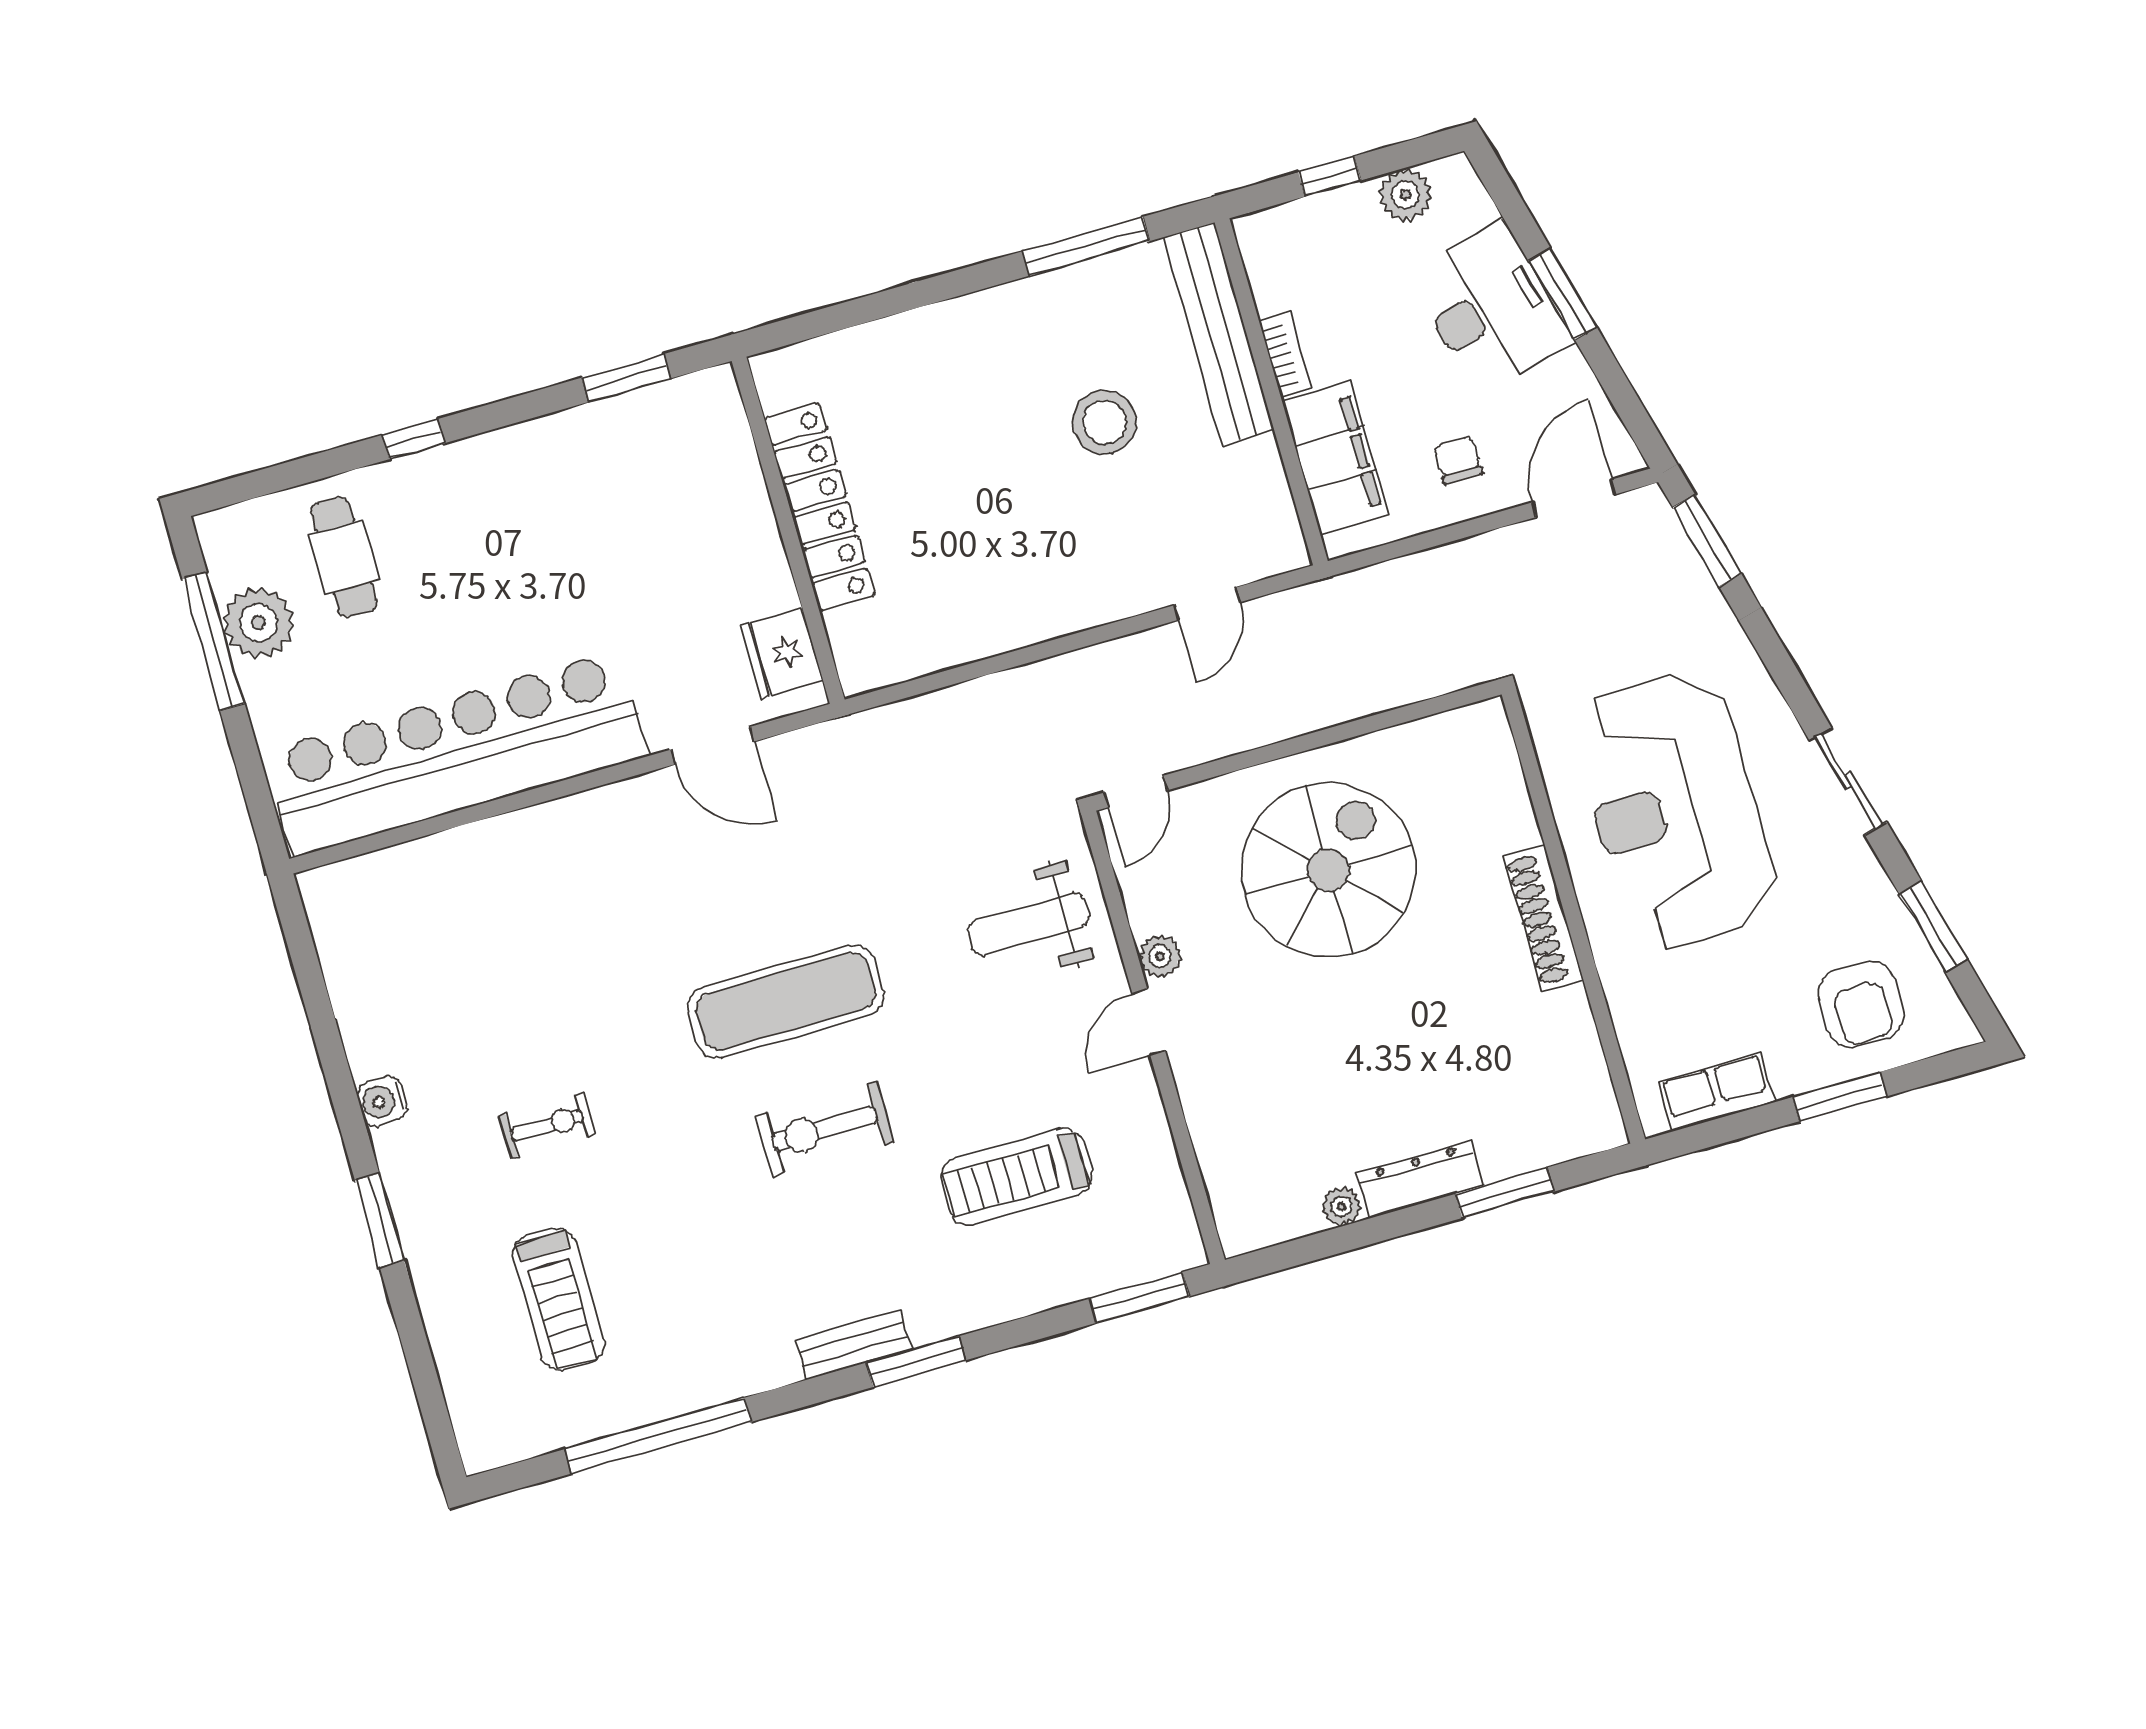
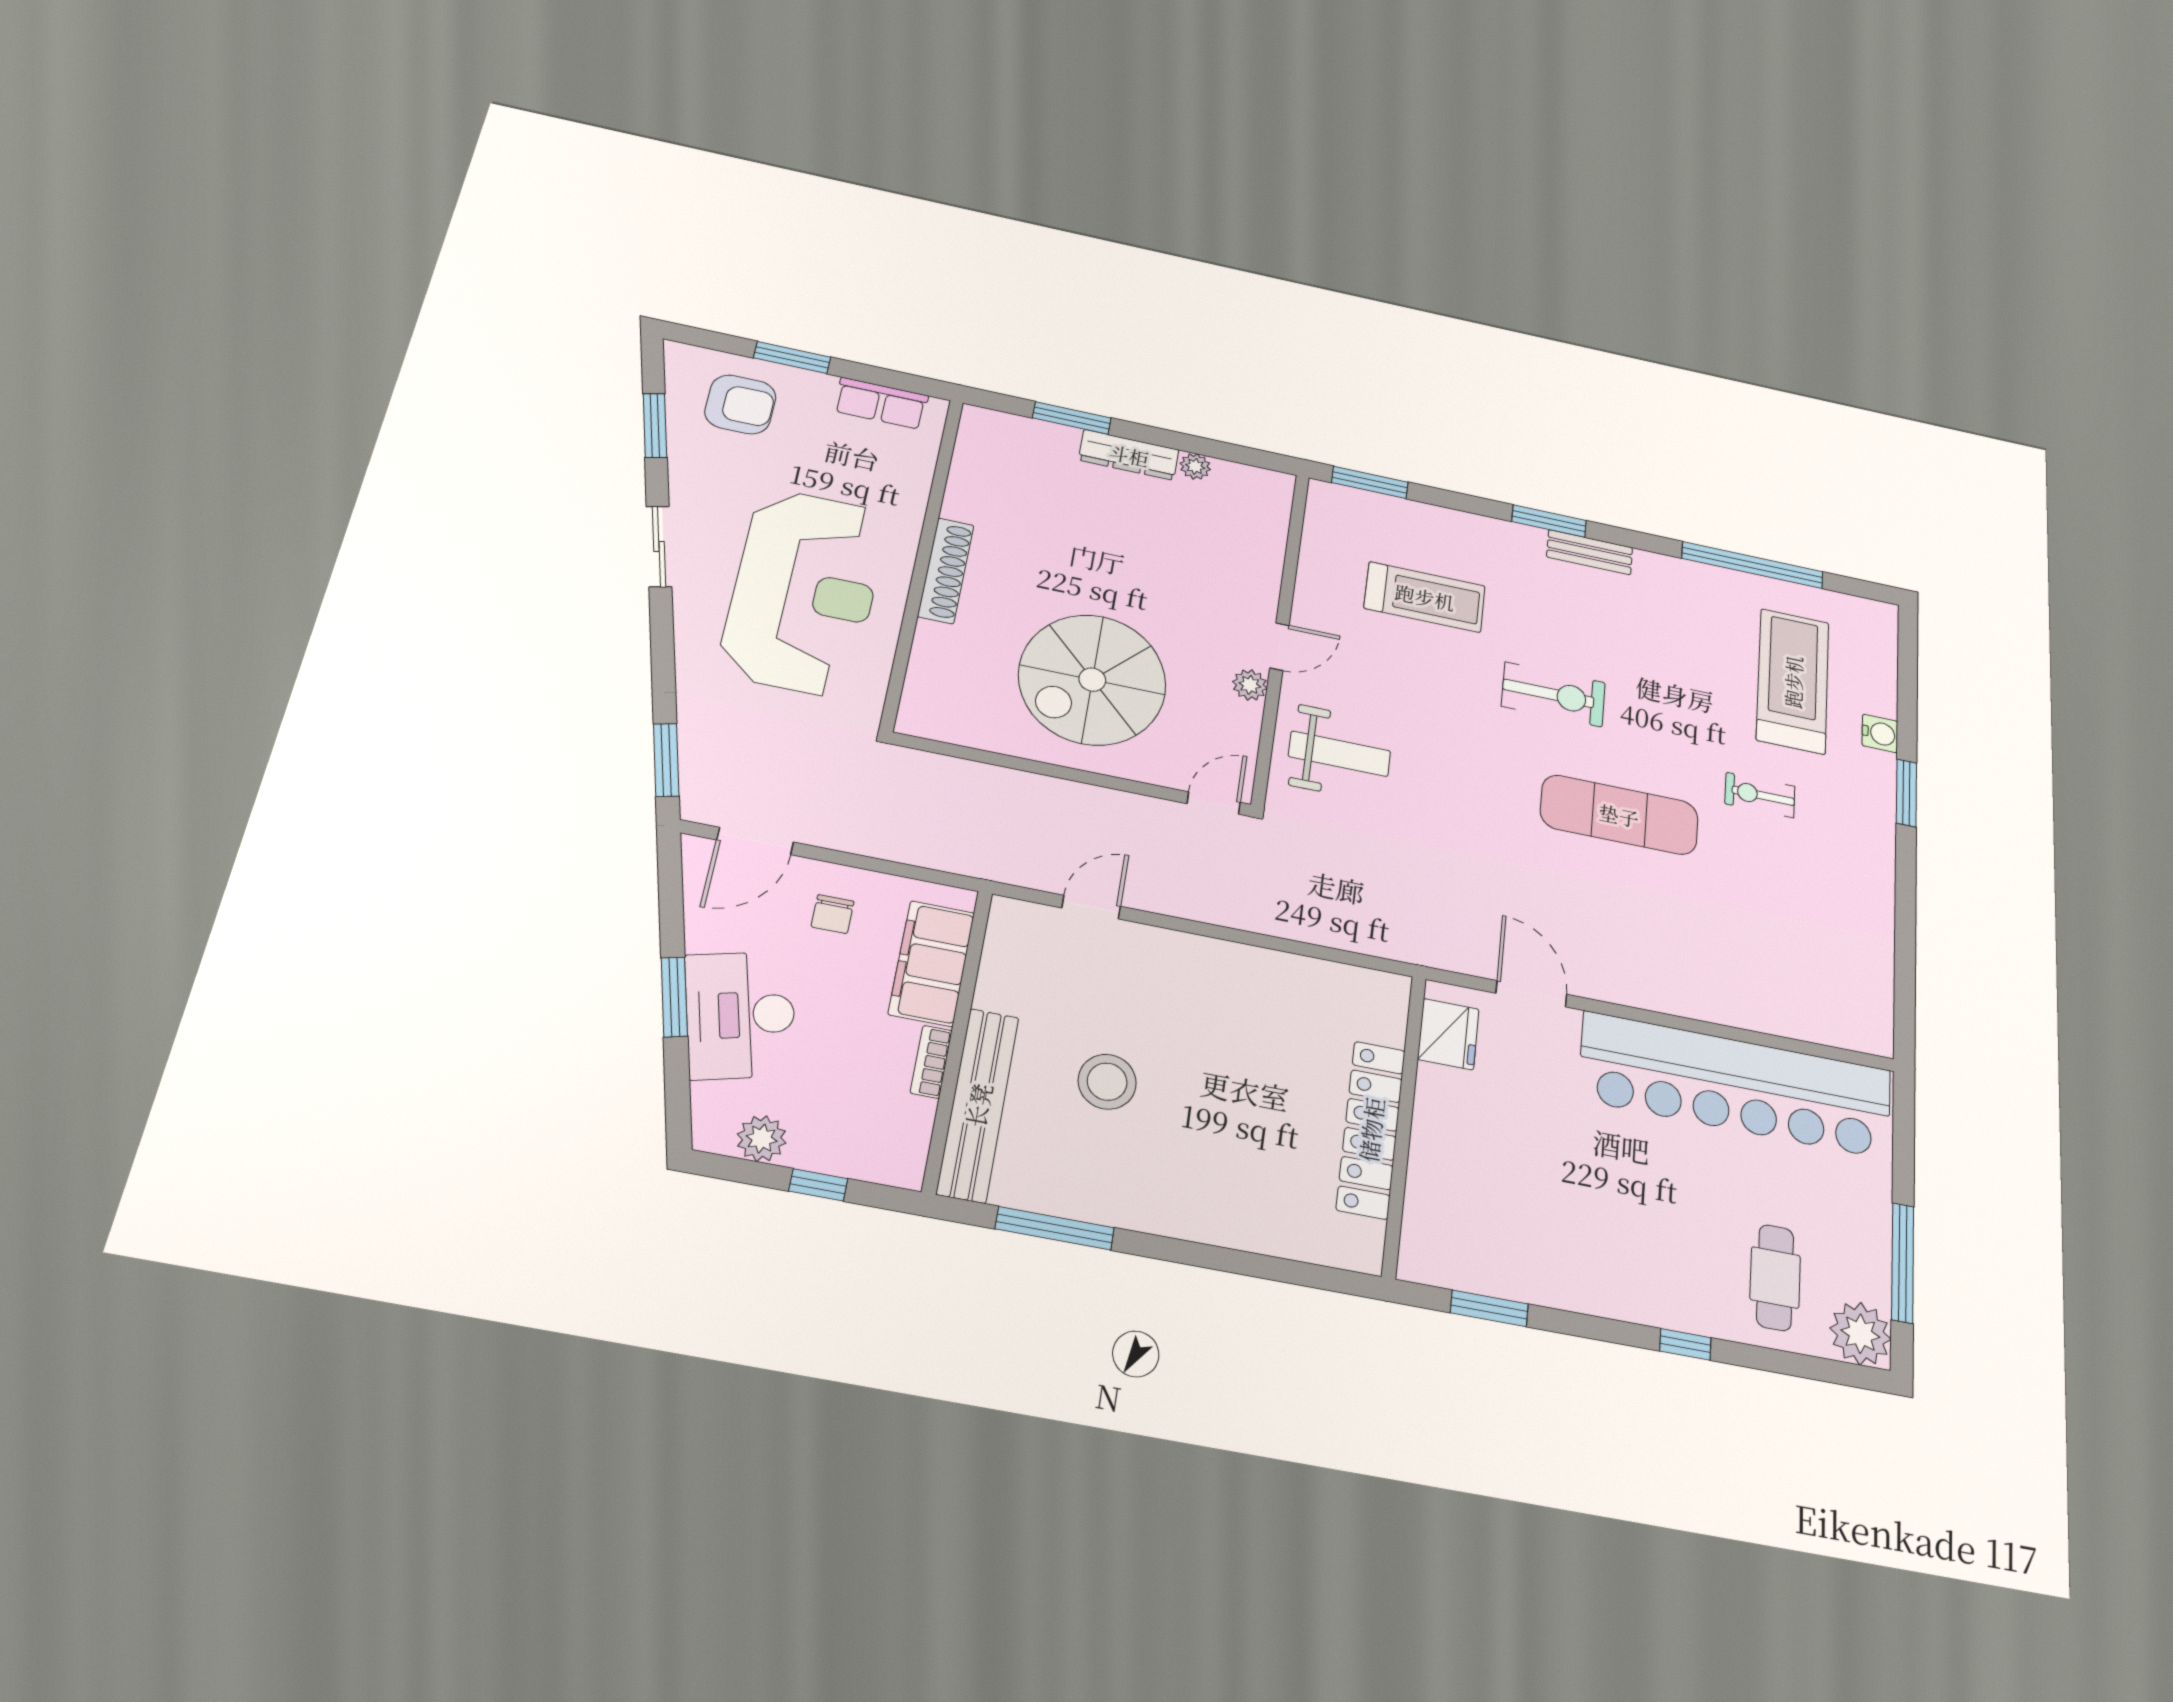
plant: (258, 623) -> (1860, 1334), moved
exercise mat: (786, 1001) -> (1619, 815), moved
armchair: (1861, 1004) -> (740, 404), turned 90
water cooler: (382, 1101) -> (1880, 733), moved
treadmill: (558, 1299) -> (1793, 681), width x1.37, depth x1.38

